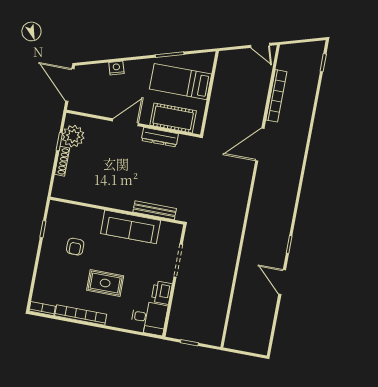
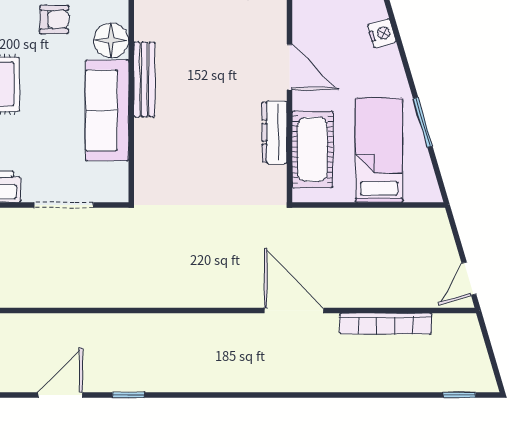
bench: (155, 210) -> (144, 79), moved
floor lamp: (92, 217) -> (111, 40), added
armchair: (75, 247) -> (54, 20), turned 180

